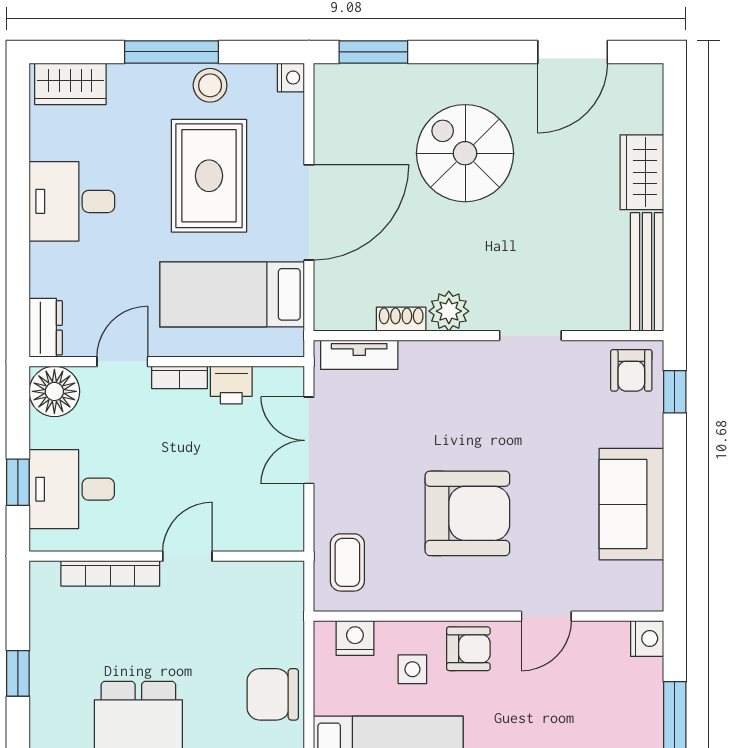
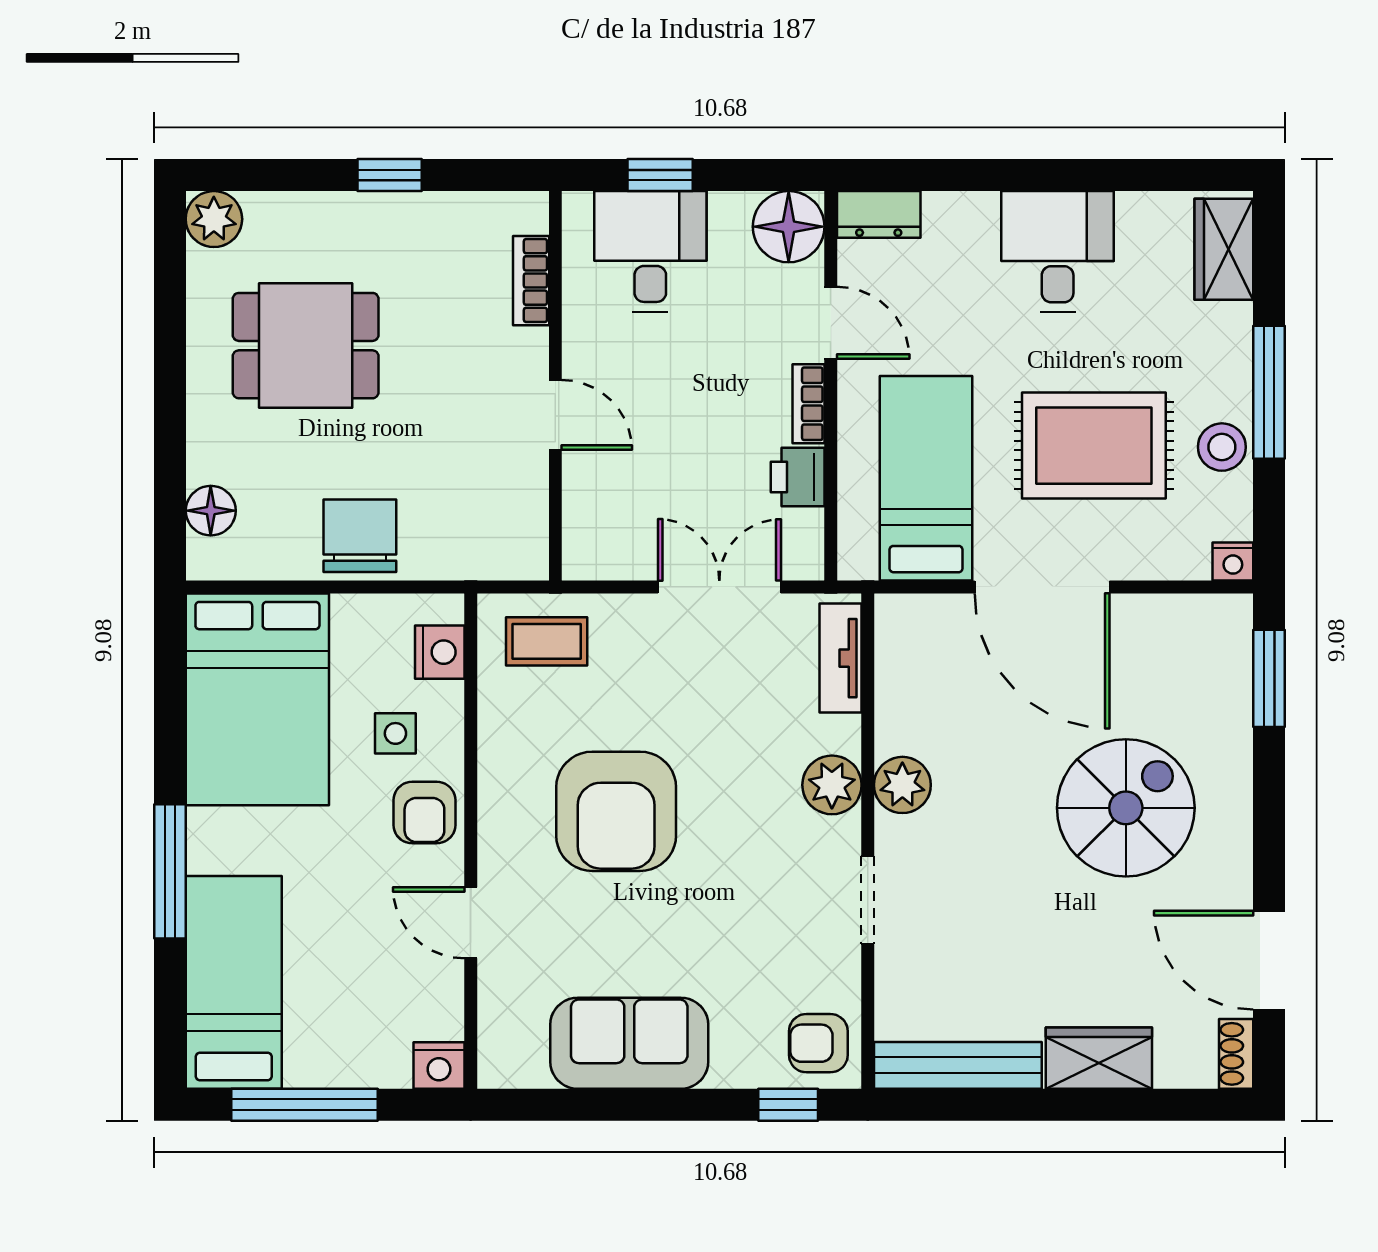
shoe rack: (401, 319) -> (1236, 1054), moved, turned 180
plant: (449, 361) -> (832, 785), added
bookcase: (110, 573) -> (531, 281), width x0.64

